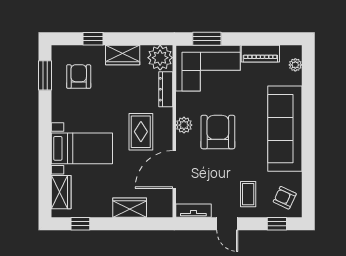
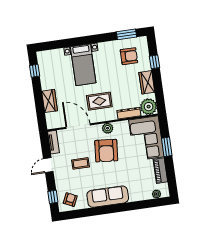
window: (207, 39) -> (167, 147), moved
sofa: (285, 129) -> (108, 197), width x0.74, depth x0.79
armchair: (218, 132) -> (106, 151), turned 95
wardrobe: (61, 192) -> (53, 56), removed
coffee table: (248, 194) -> (81, 163), moved

